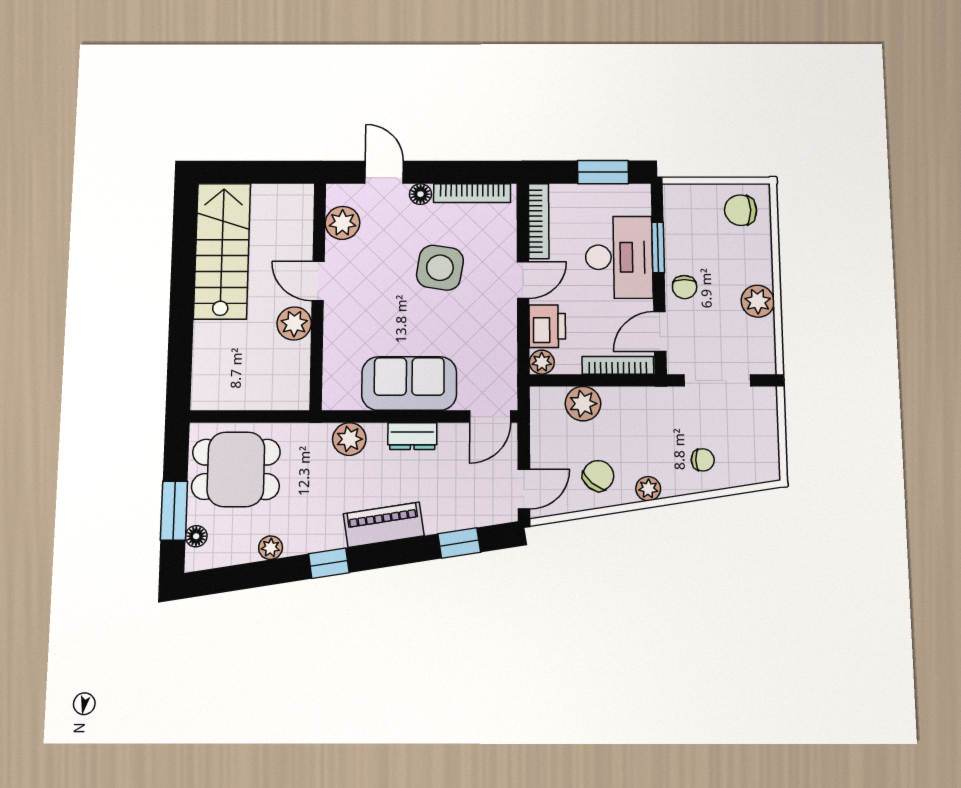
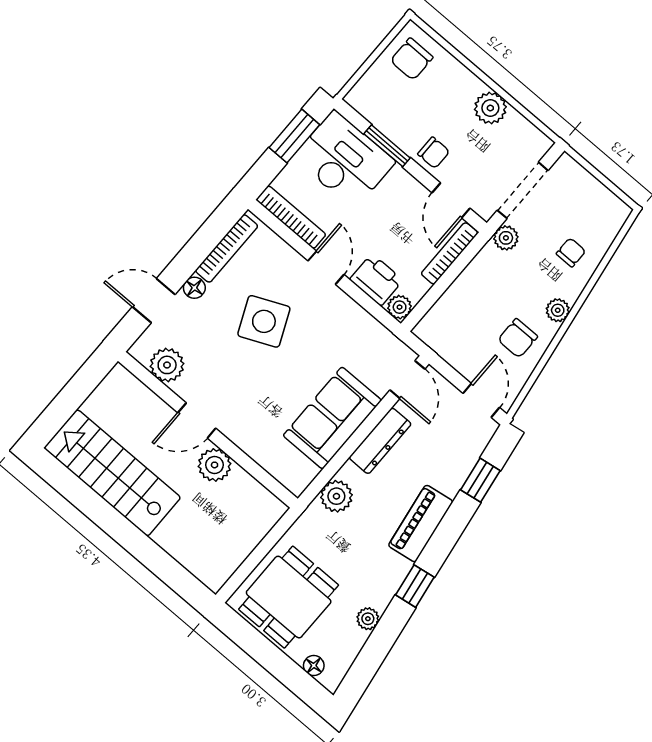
desk: (619, 257) -> (344, 160), moved
side table: (440, 268) -> (264, 321), turned -33
plant: (583, 404) -> (506, 238), moved, width x0.73, depth x0.73
dresser: (412, 436) -> (380, 441), width x1.44
chair: (598, 476) -> (518, 338), turned -130
window: (174, 511) -> (281, 666), removed

